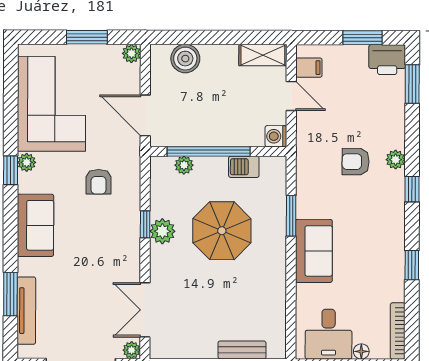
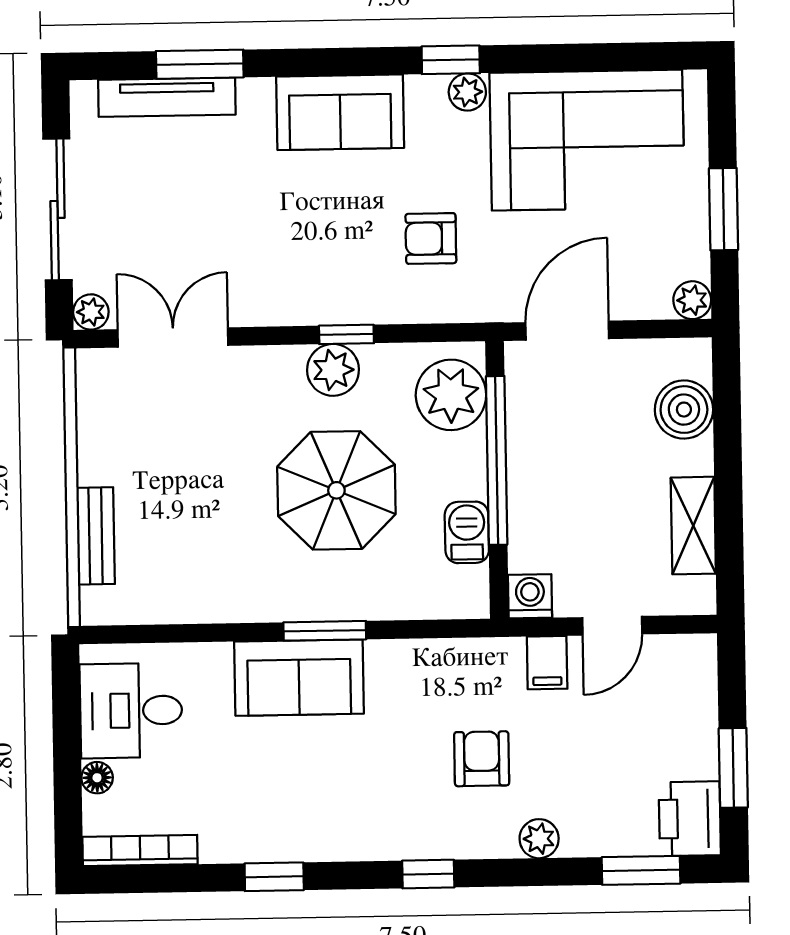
shelving: (263, 55) -> (693, 526), moved
filing cabinet: (309, 68) -> (547, 663), moved
plant: (396, 160) -> (539, 839), moved
plant: (184, 165) -> (451, 395), width x1.88, depth x1.88
window: (291, 216) -> (325, 631), moved

